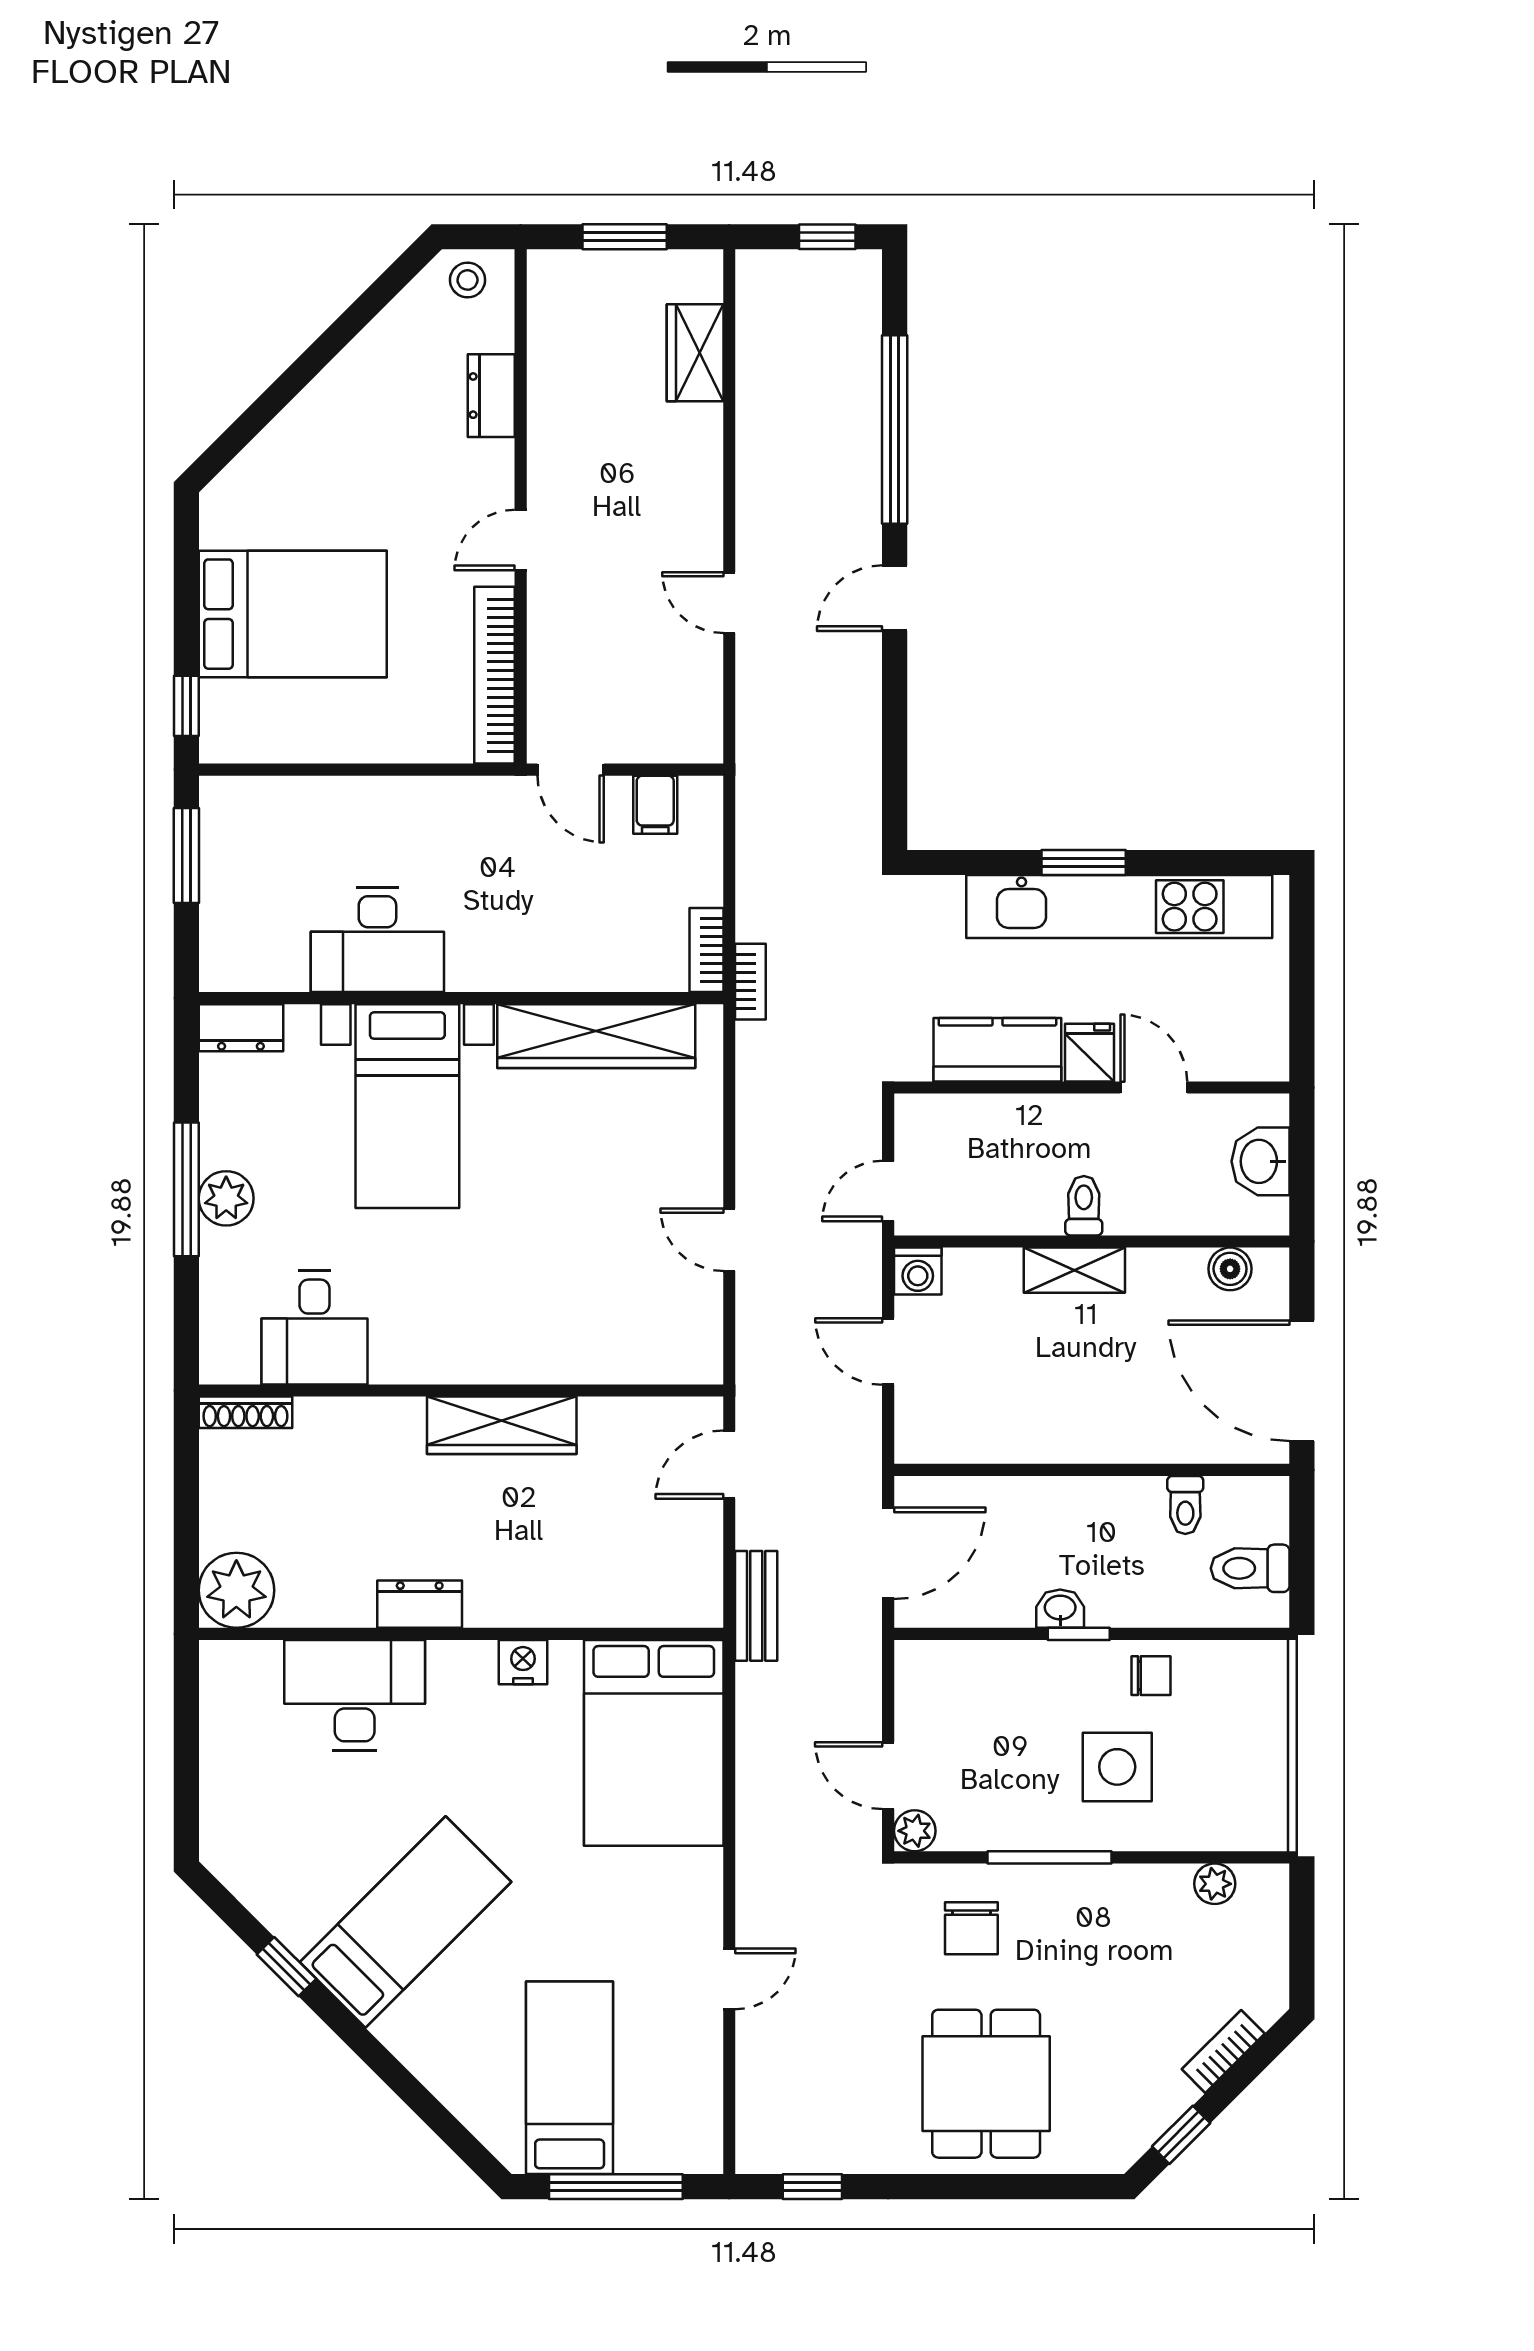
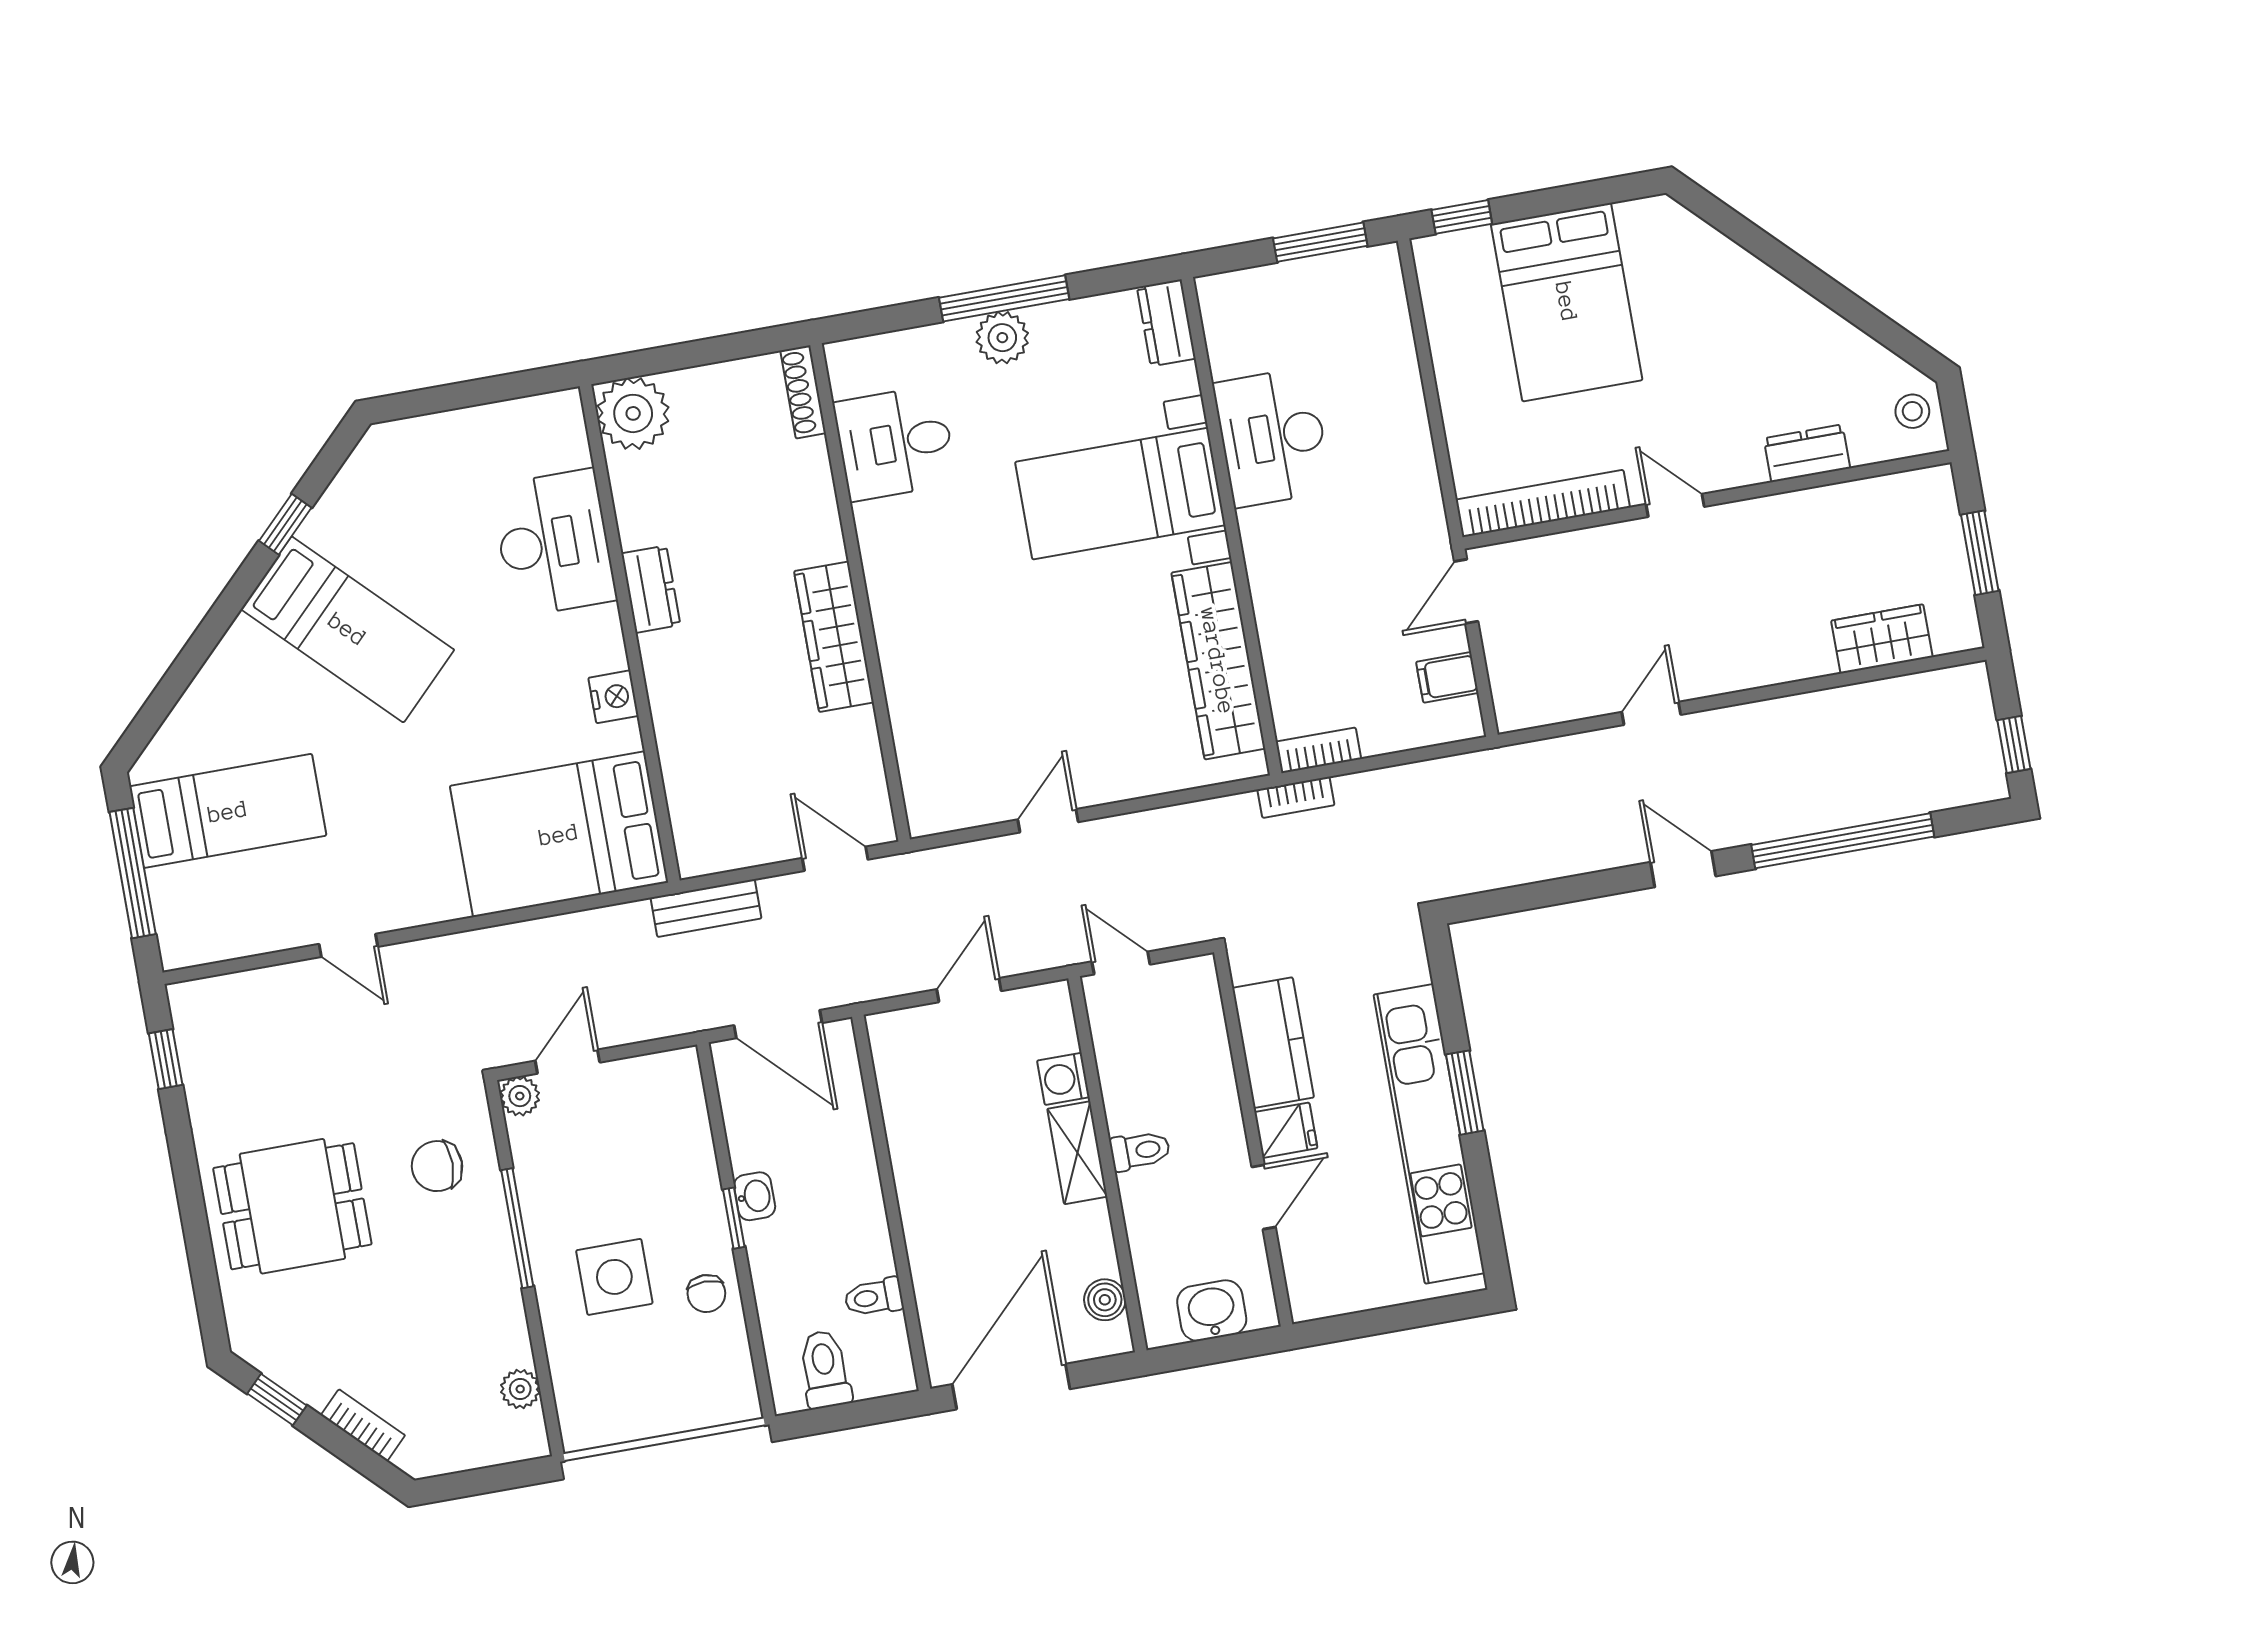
washing machine: (918, 1271) -> (1063, 1079), moved

